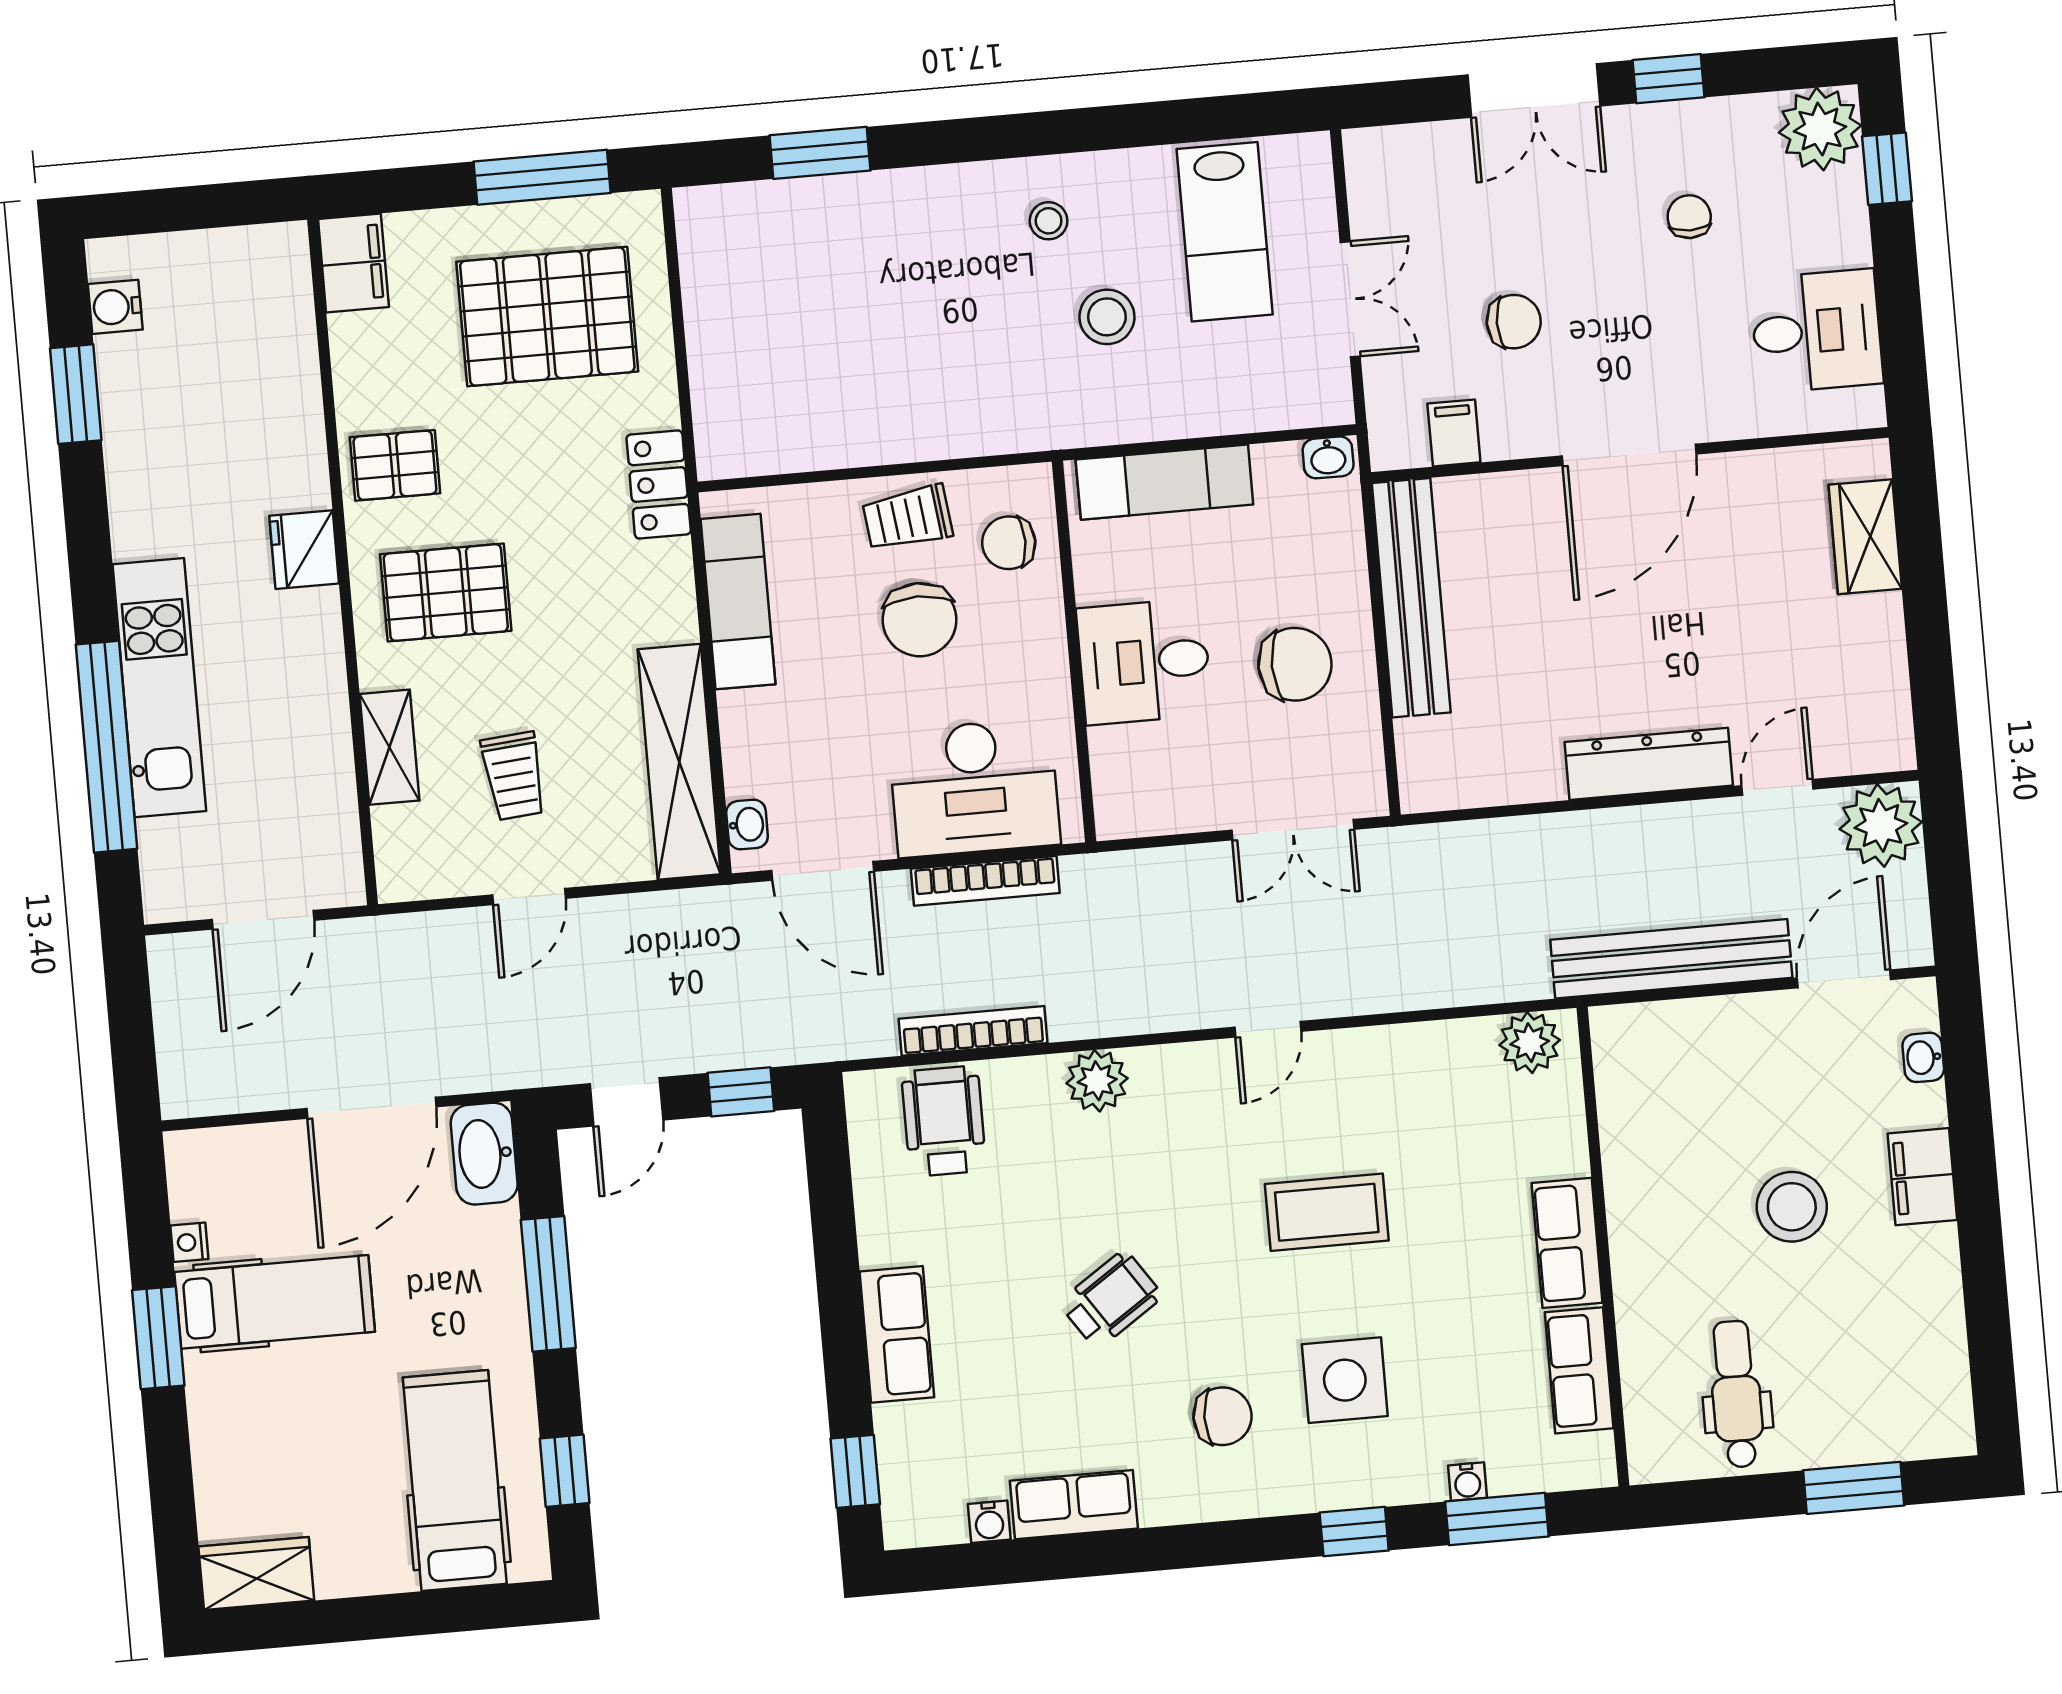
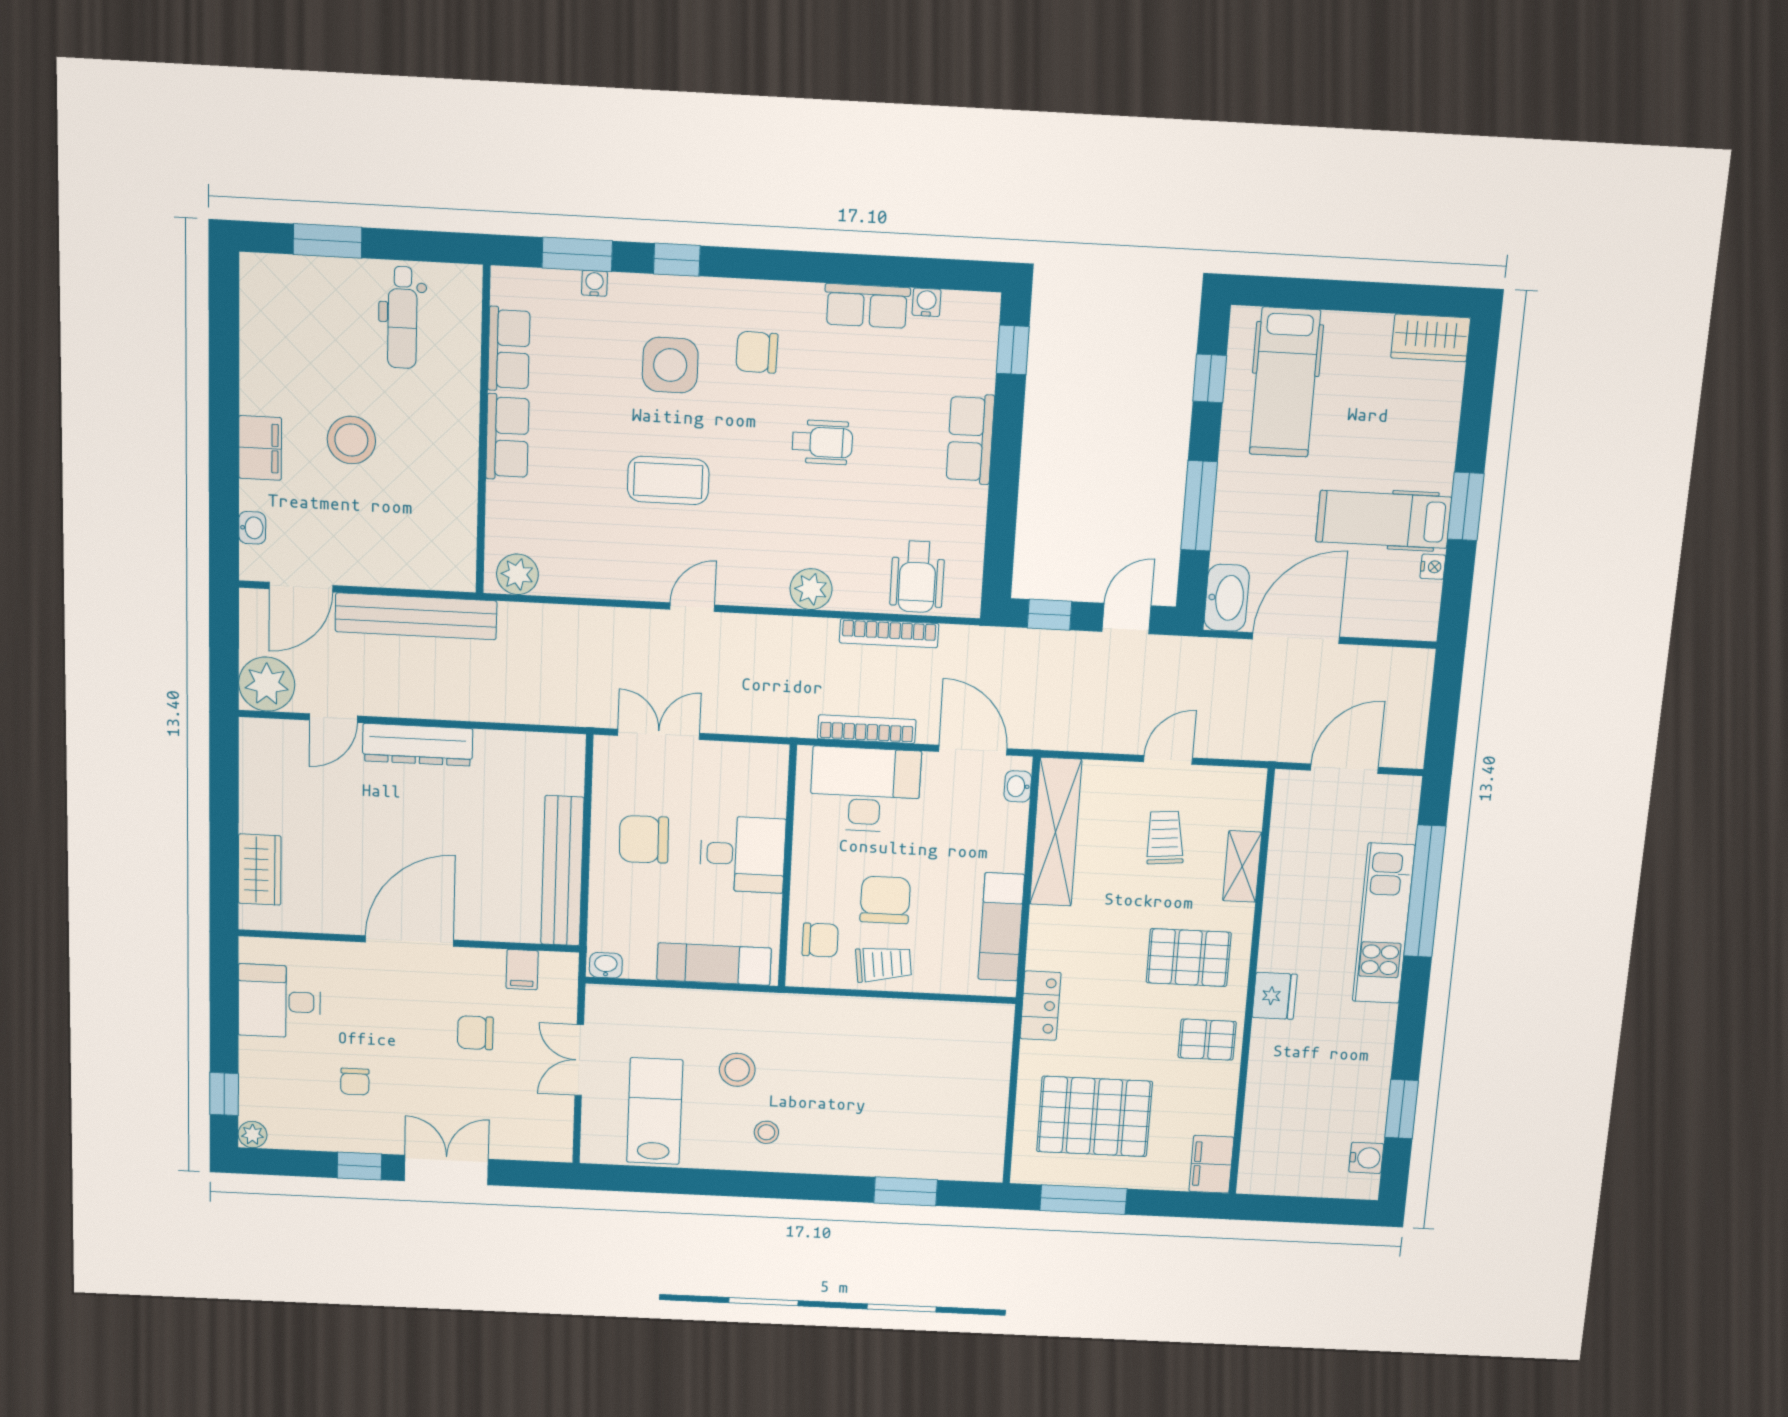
plant: (1820, 129) -> (253, 1135), width x0.53, depth x0.53
wheelchair: (1111, 1299) -> (822, 442), turned -146

